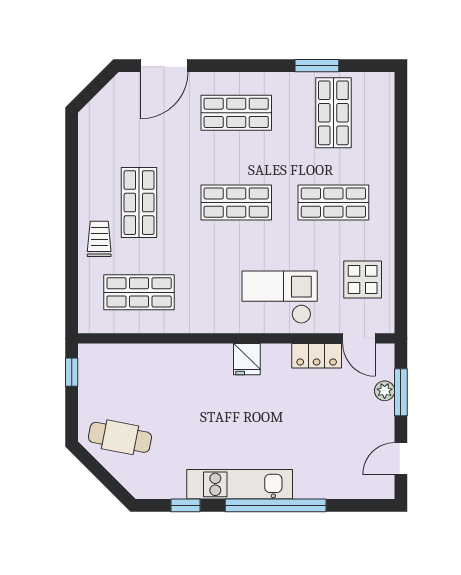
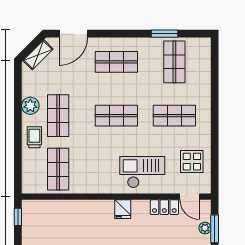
shelving: (105, 101) -> (38, 55), added
plant: (92, 186) -> (30, 106), added
shop shelf: (139, 292) -> (58, 169), turned 90

